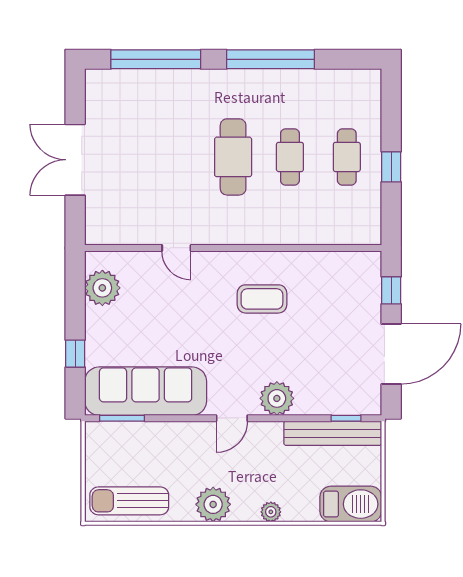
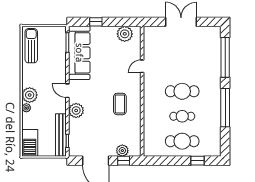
cafe table: (347, 157) -> (182, 141), width x1.37, depth x1.35
window: (391, 167) -> (198, 161), moved
plant: (368, 293) -> (122, 151), added
plant: (213, 504) -> (30, 95), moved

